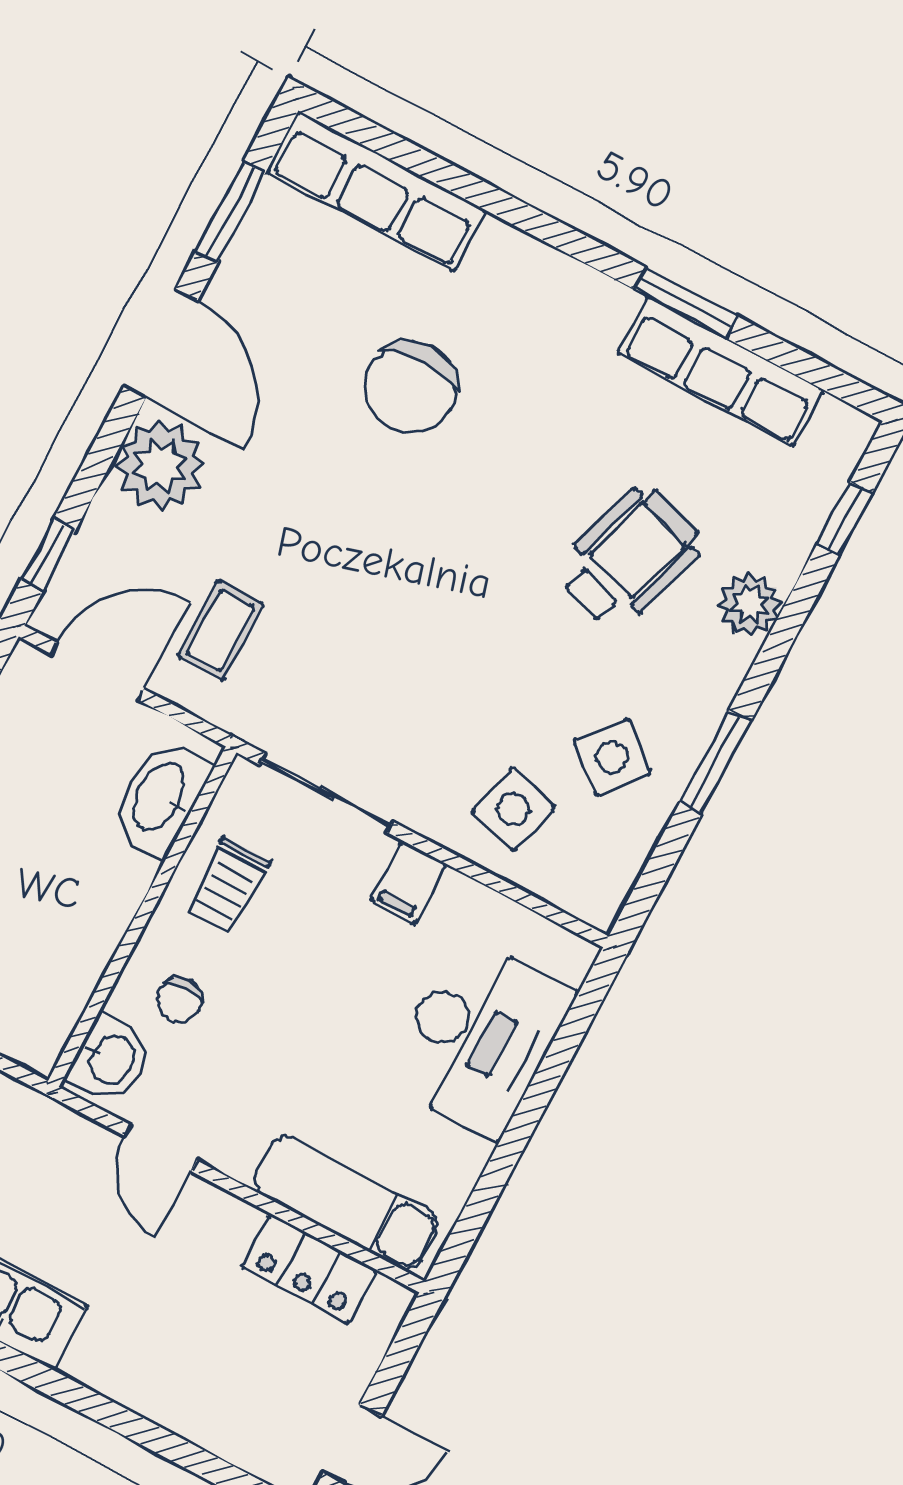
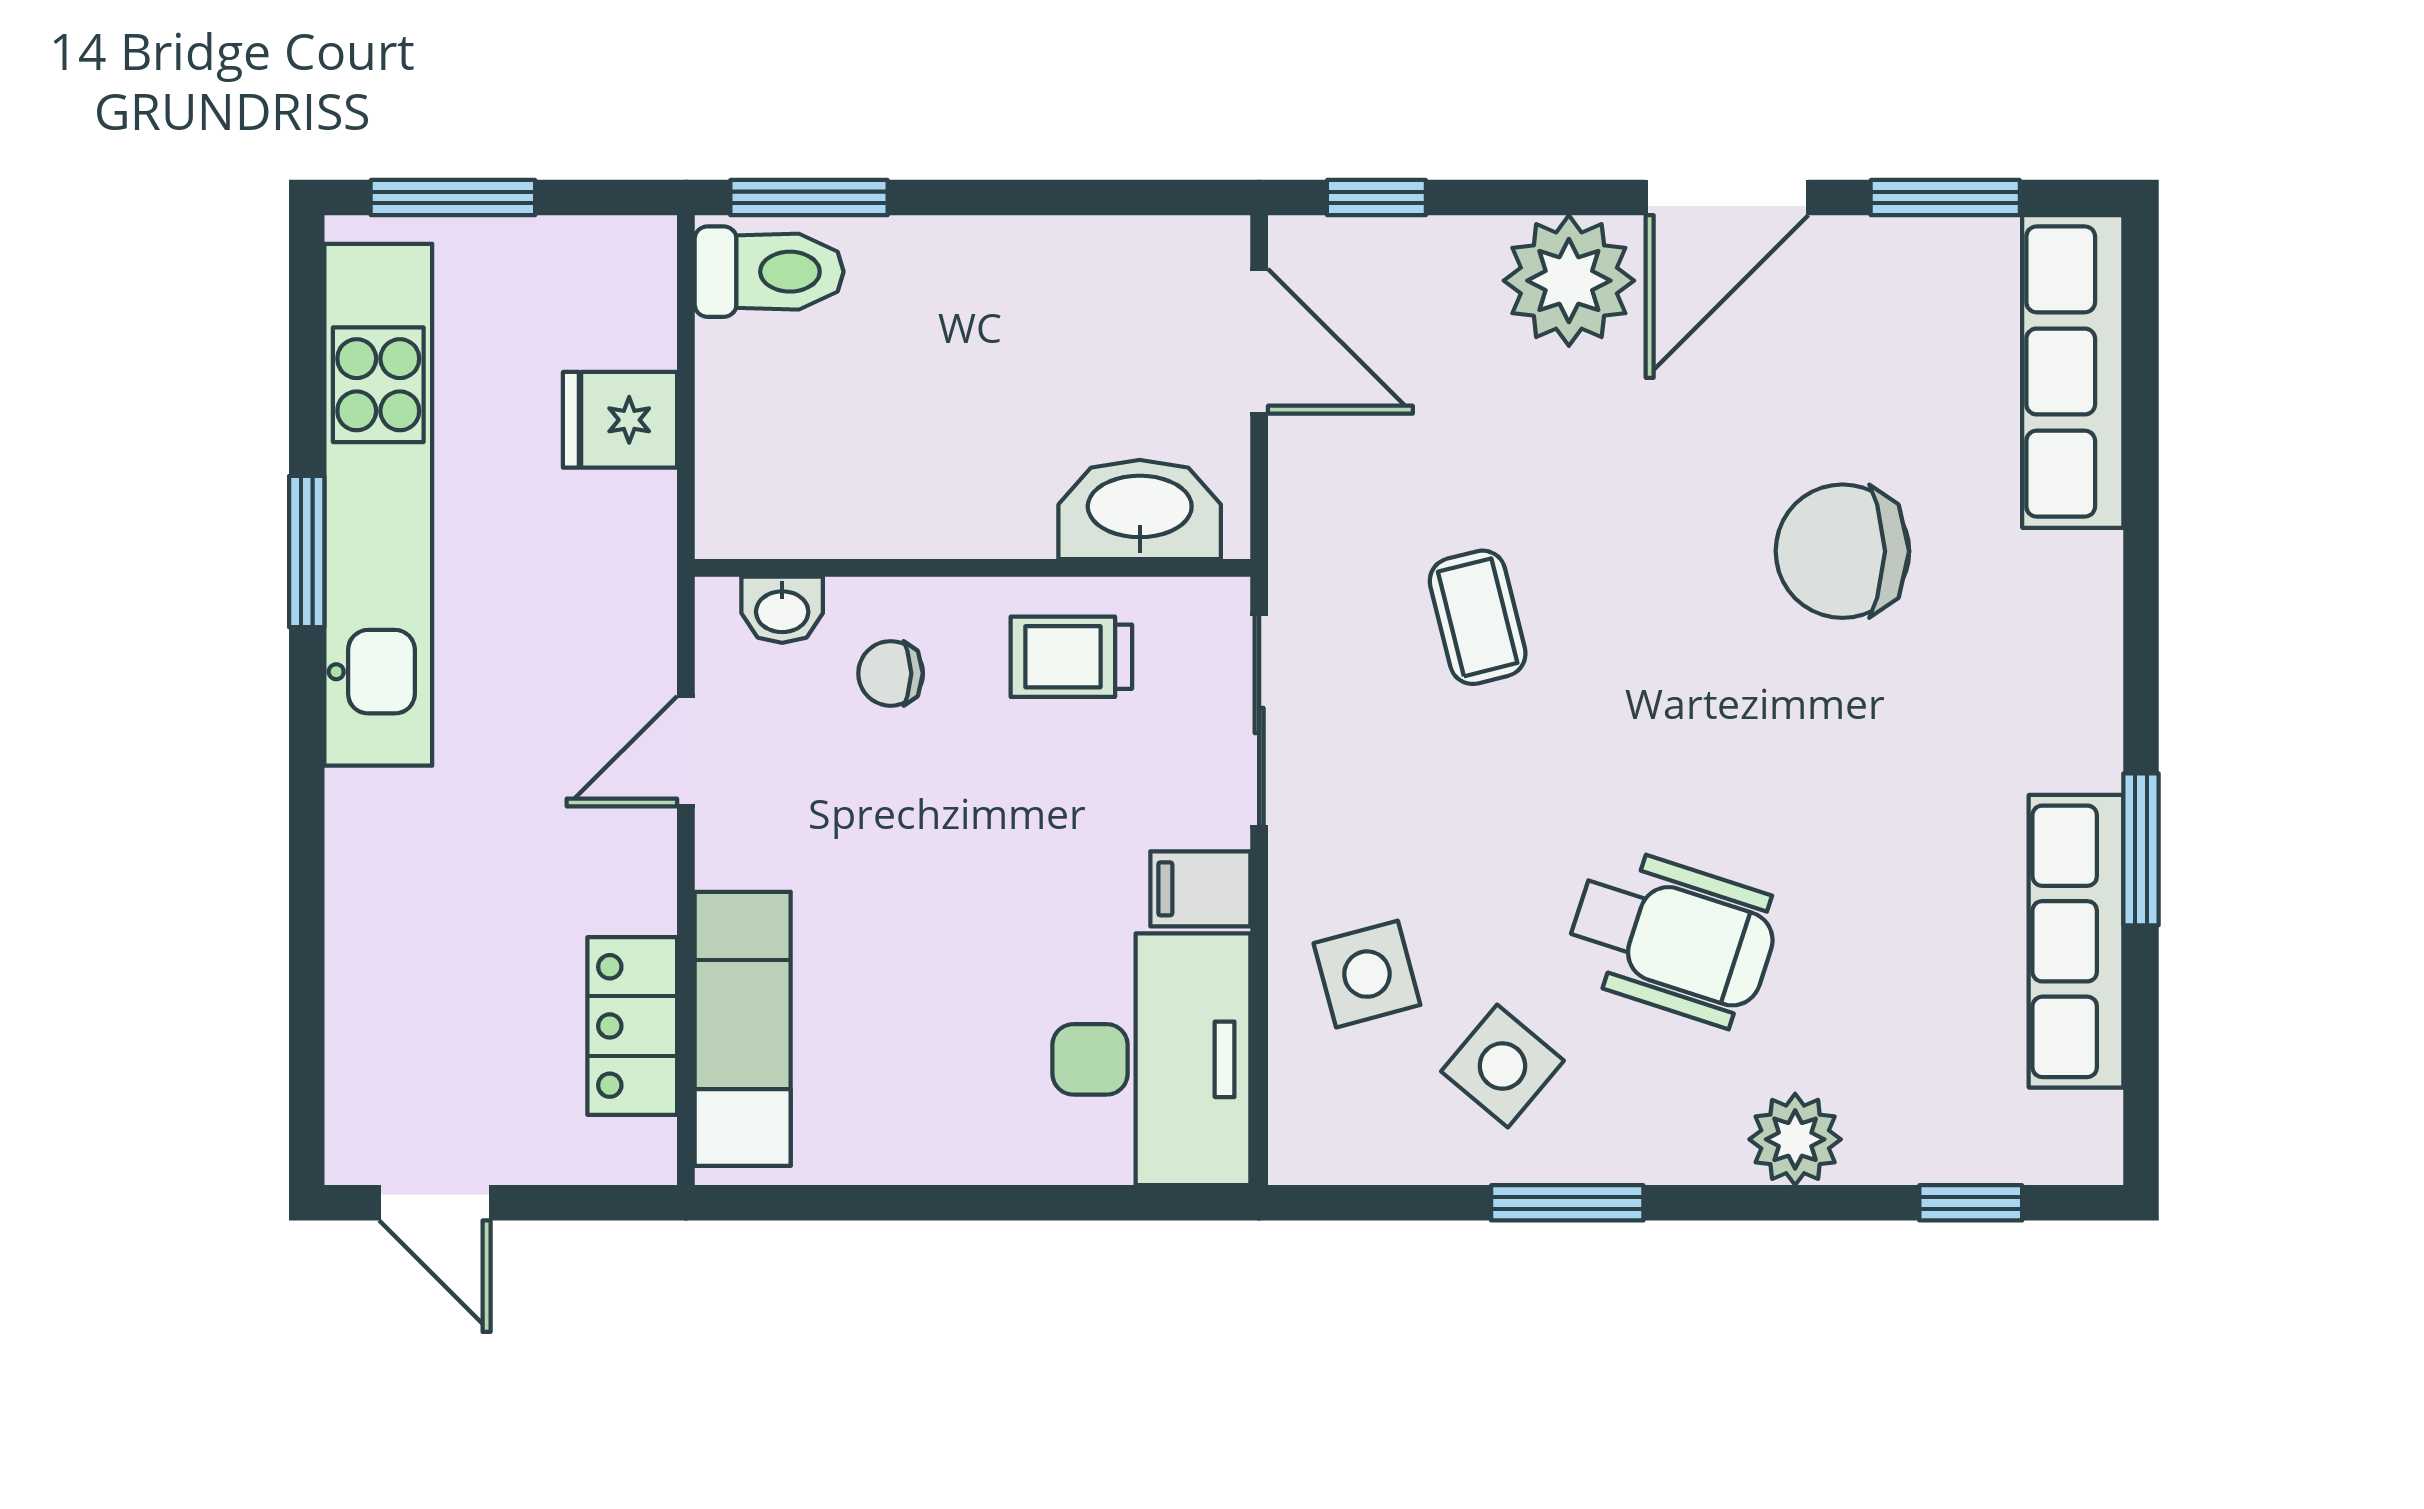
wheelchair: (629, 557) -> (1672, 937), moved
coffee table: (220, 630) -> (1478, 617), moved, turned 76
side table: (513, 809) -> (1367, 974), turned -30
desk: (479, 1037) -> (1151, 1059), moved, turned -90
washbasin: (110, 1059) -> (782, 610), width x0.72, depth x0.69

